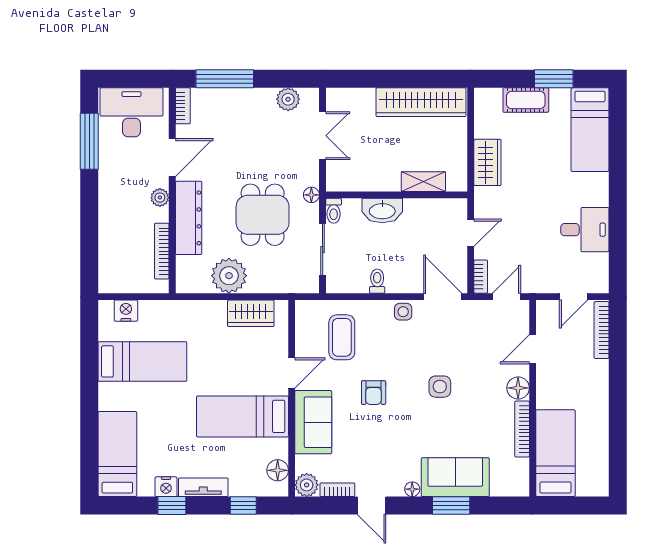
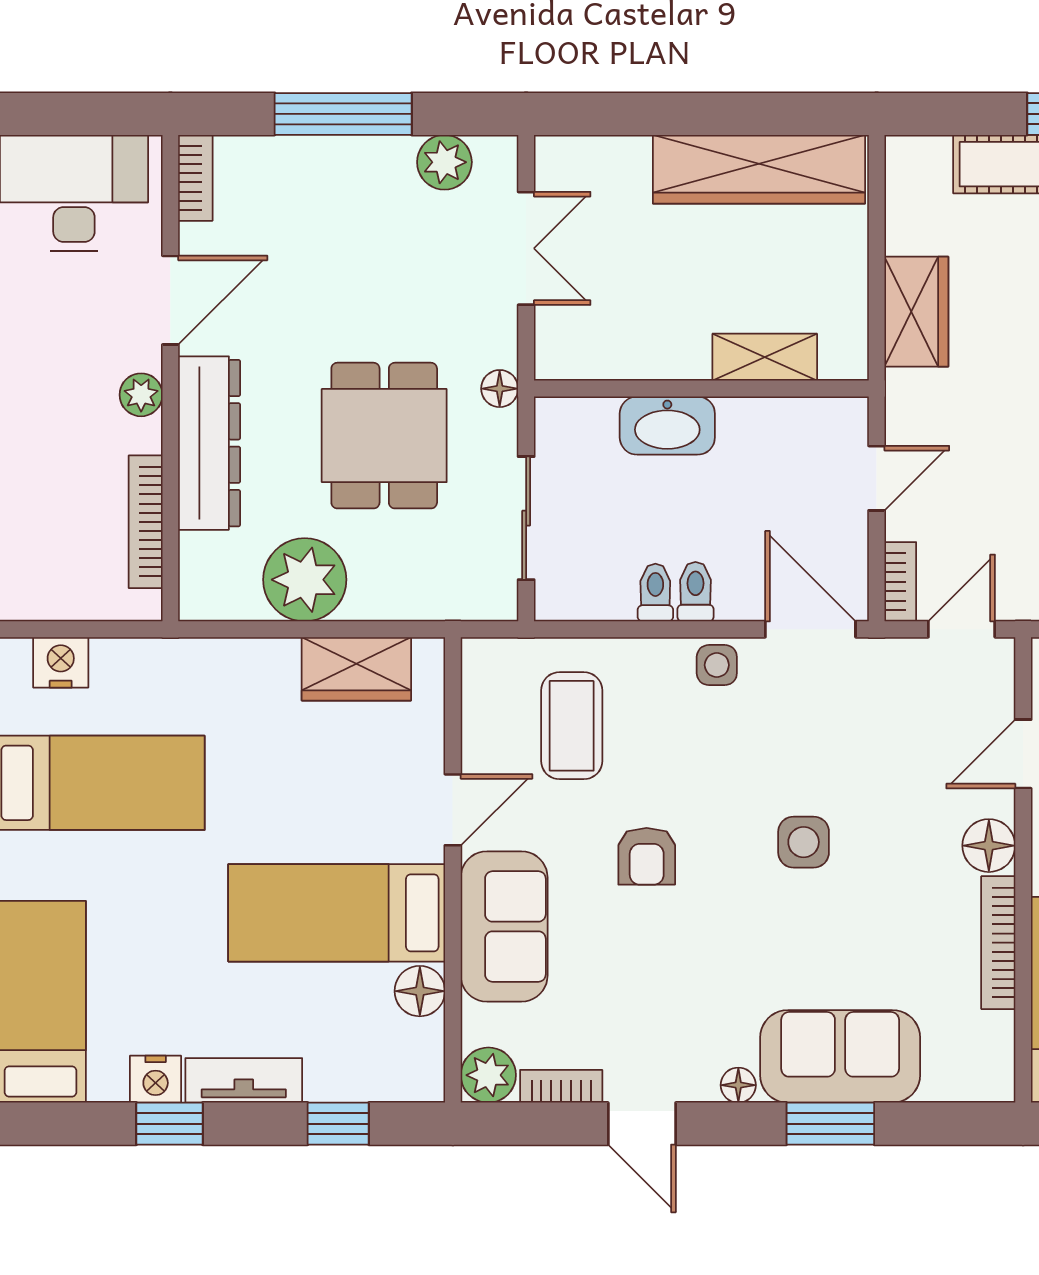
window: (225, 79) -> (343, 114), moved
toilet: (334, 211) -> (695, 592), moved, turned 180
floor lamp: (278, 470) -> (420, 991), moved

